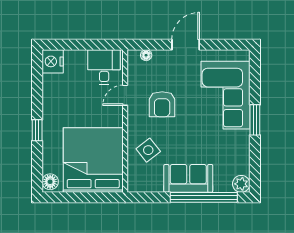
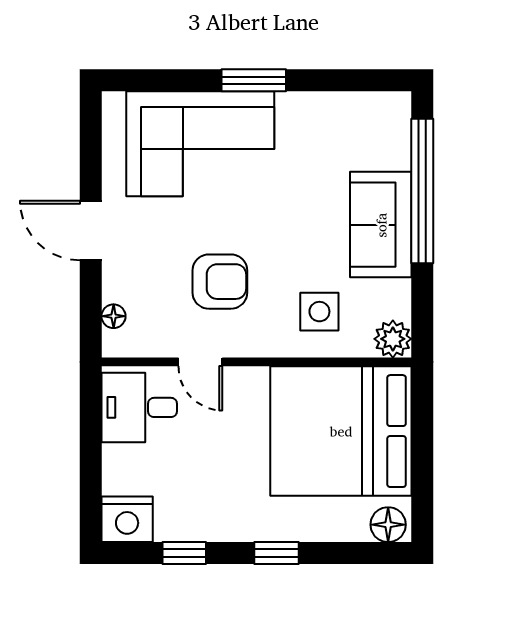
window: (37, 88) -> (184, 553), added
side table: (148, 150) -> (319, 312), turned 38
plant: (241, 184) -> (393, 339), moved

